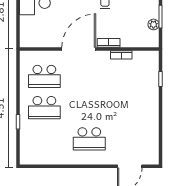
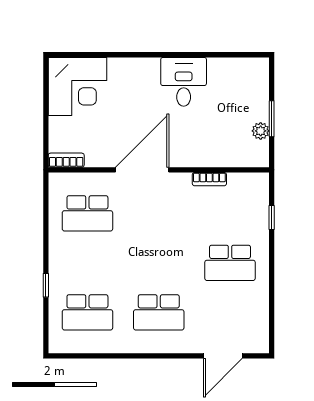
bookcase: (109, 43) -> (66, 160), moved
school desk: (44, 108) -> (87, 312), moved
school desk: (134, 108) -> (230, 263), added

